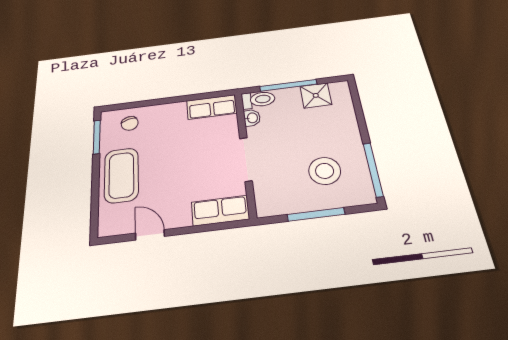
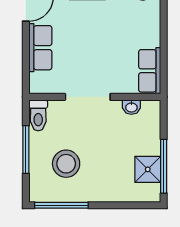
window: (288, 85) -> (164, 166), moved
toilet: (258, 100) -> (38, 115), moved
row of seats: (220, 211) -> (40, 48), moved

